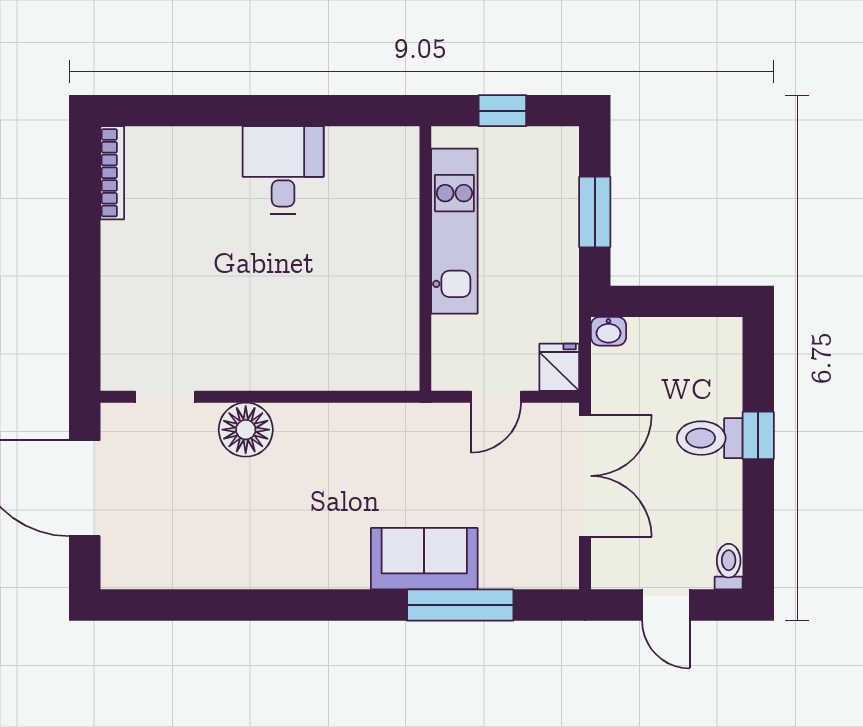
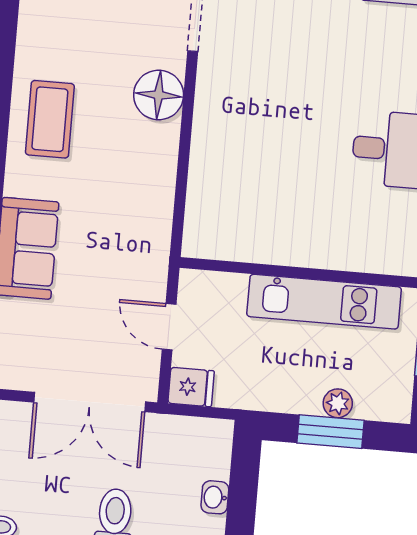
plant: (563, 207) -> (338, 403), added
washbasin: (608, 331) -> (215, 497), moved
coffee table: (282, 545) -> (50, 119), added

